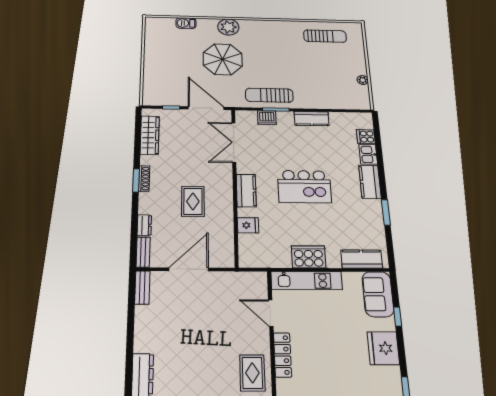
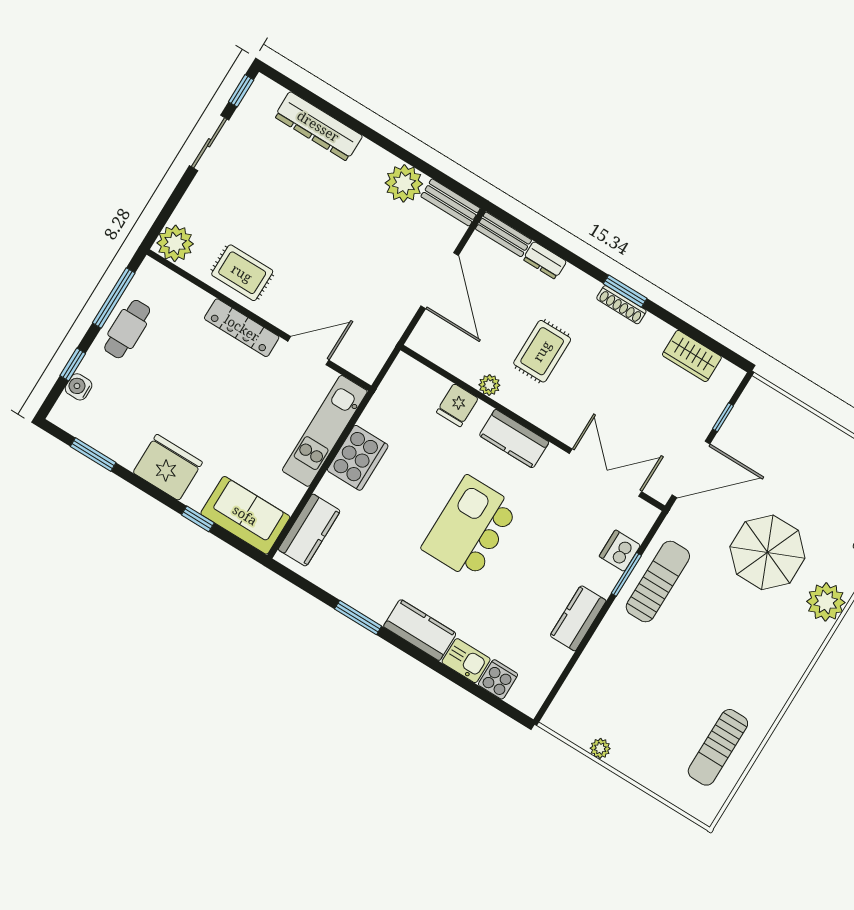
wardrobe: (150, 135) -> (692, 356), width x0.67
rug: (193, 201) -> (542, 351), turned 90
plant: (227, 216) -> (489, 385), added
plant: (147, 317) -> (404, 183), added

